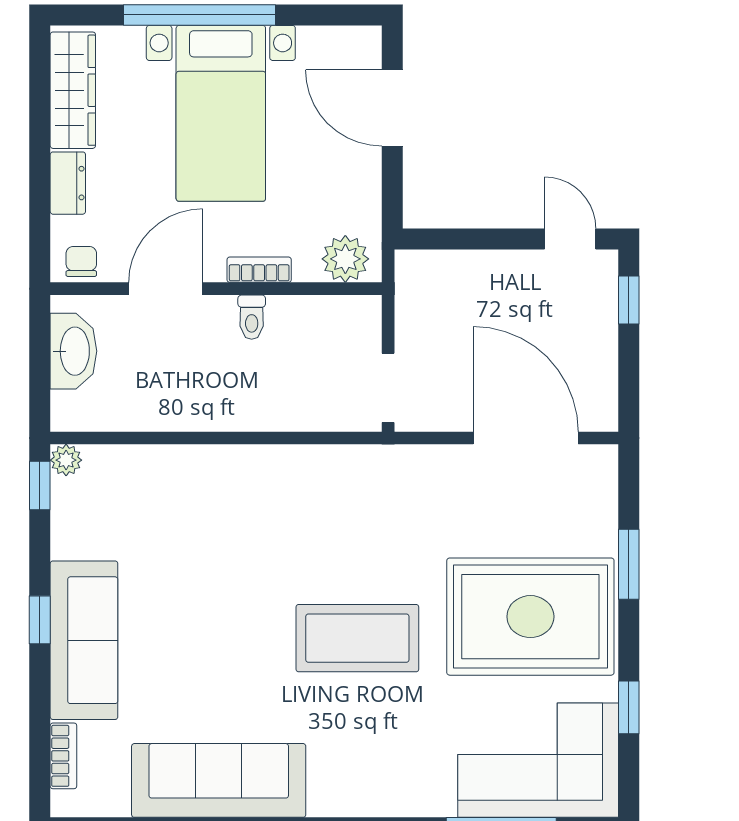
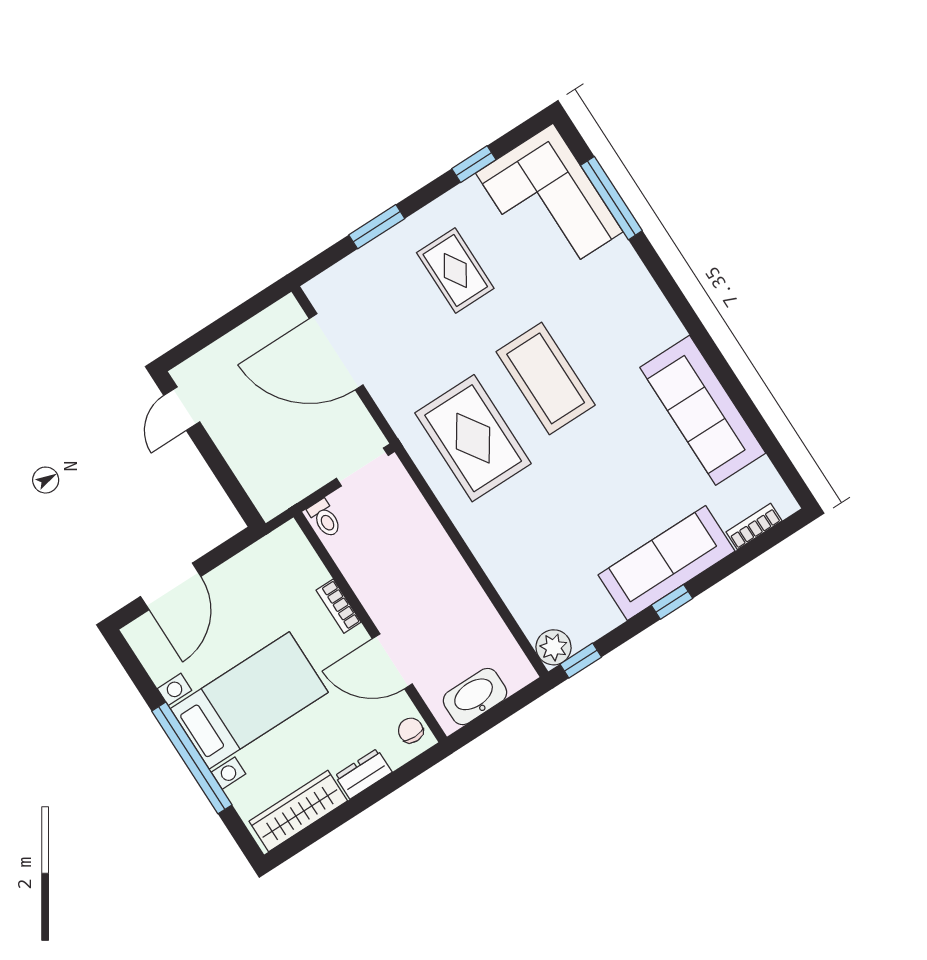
plant: (345, 259) -> (294, 552), removed
chair: (81, 261) -> (411, 730), turned 90
window: (629, 300) -> (198, 342), removed
toilet: (252, 317) -> (325, 518), moved, turned 90
door: (526, 438) -> (336, 352), hinge flipped
plant: (66, 460) -> (554, 647), width x1.38, depth x1.38
rug: (344, 522) -> (473, 438), added
rug: (530, 617) -> (455, 270), width x0.54, depth x0.49

